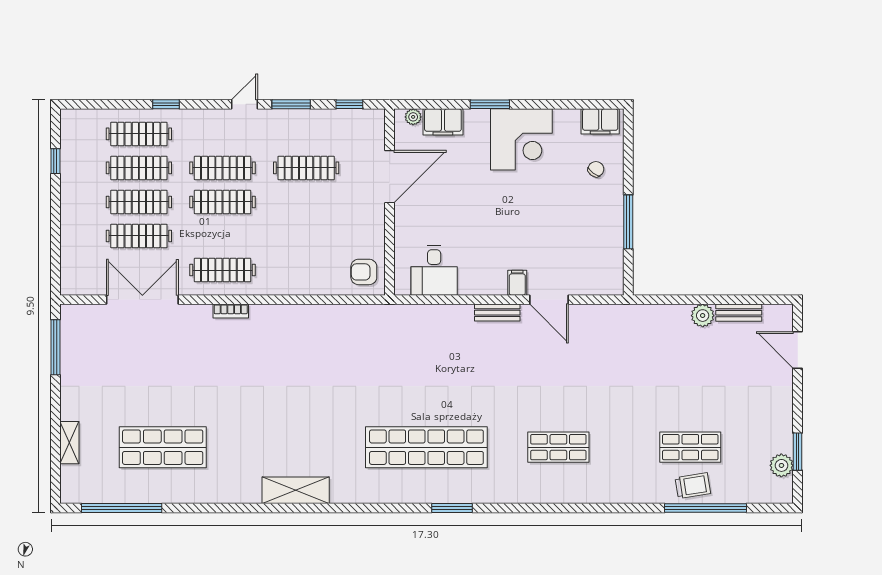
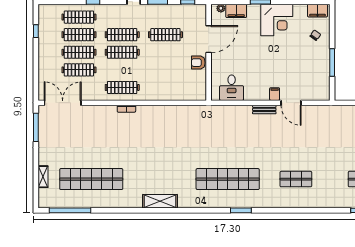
armchair: (364, 272) -> (198, 63), moved
double door: (142, 300) -> (63, 103), moved
shop shelf: (163, 447) -> (91, 179), width x1.40

